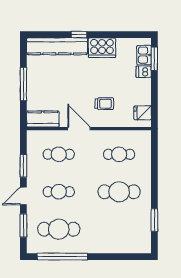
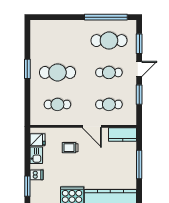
kitchen sink: (144, 55) -> (36, 155), moved
window: (154, 220) -> (27, 69), moved

